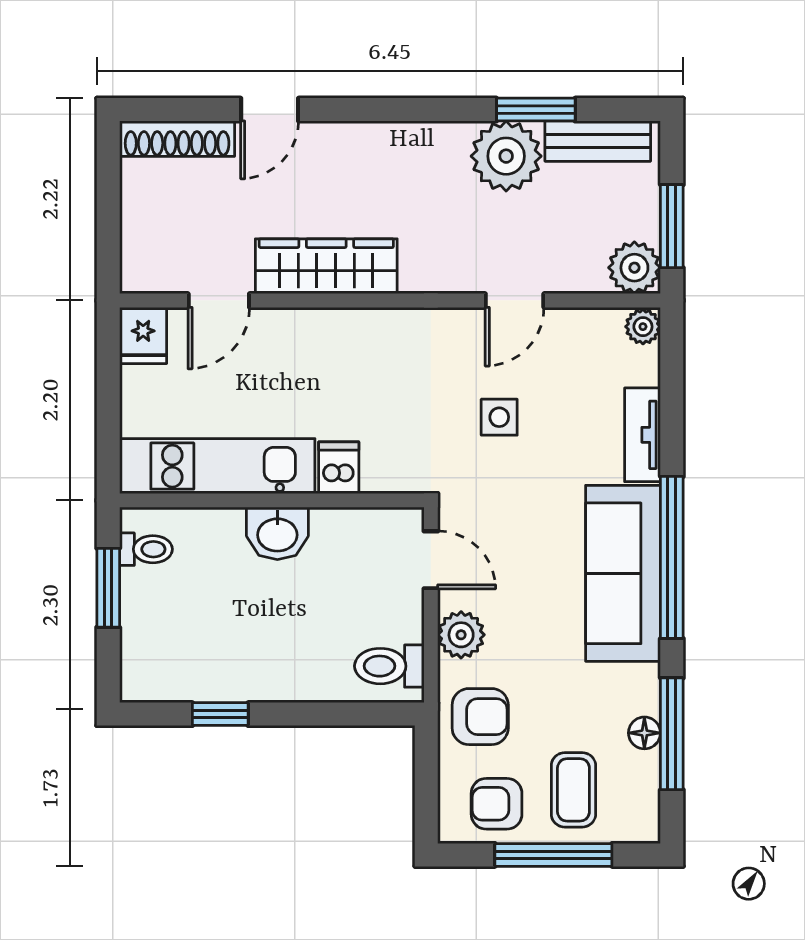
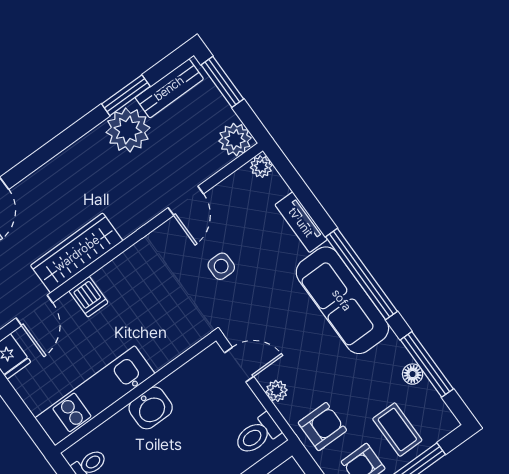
window: (672, 226) -> (222, 82), moved
dishwasher: (339, 468) -> (89, 297), moved, turned 180
plant: (461, 635) -> (277, 391), width x0.73, depth x0.73

